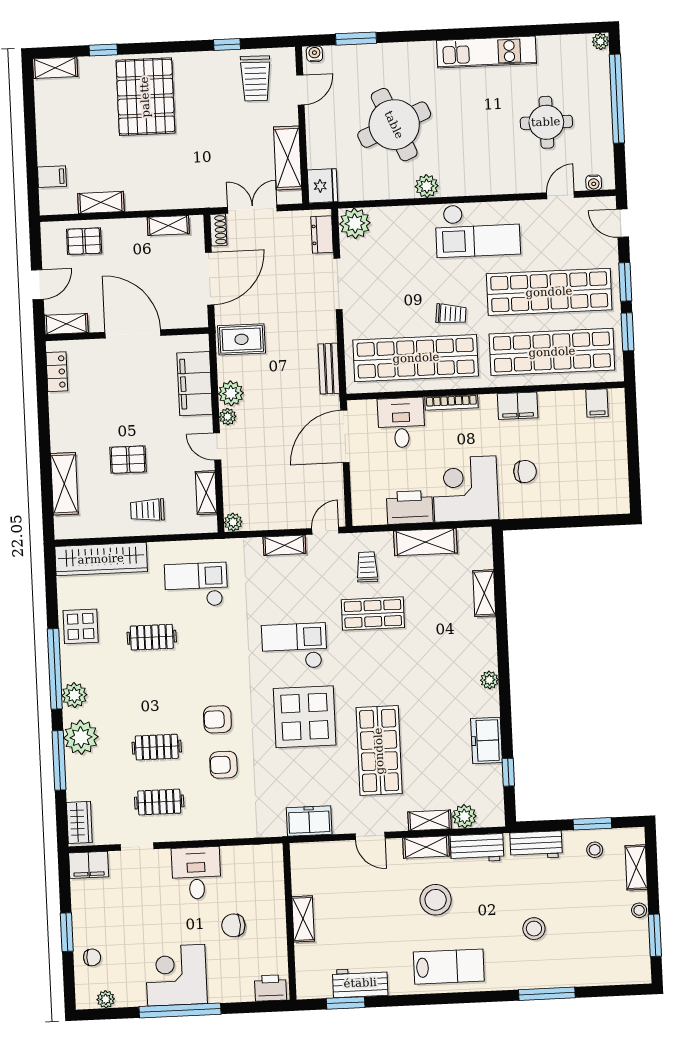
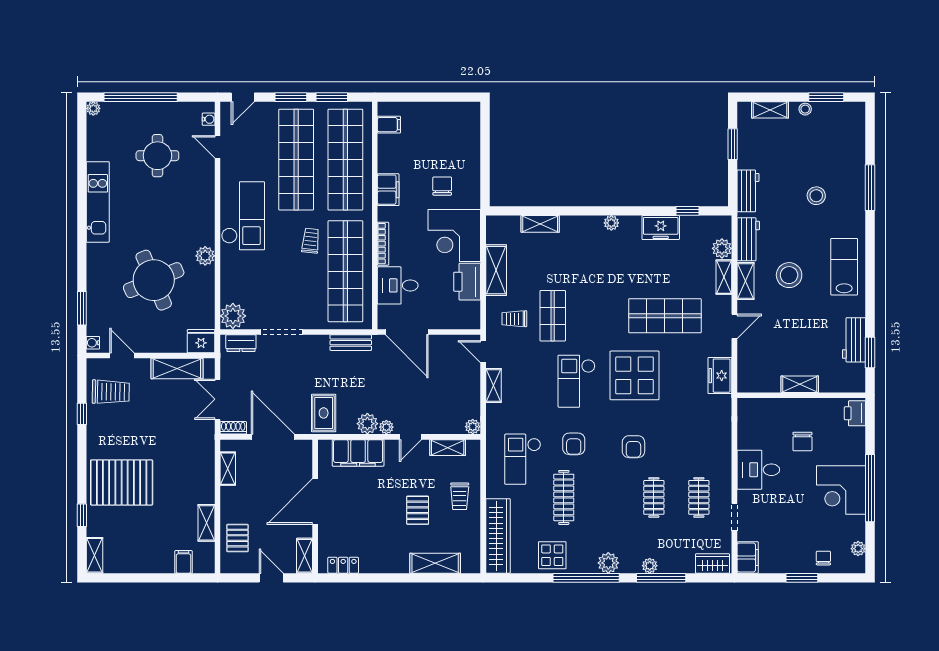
clothes rail: (152, 637) -> (564, 497), width x1.36
plant: (81, 737) -> (650, 566), width x0.53, depth x0.53
armchair: (224, 765) -> (574, 444), moved
stool: (595, 850) -> (754, 143), removed

